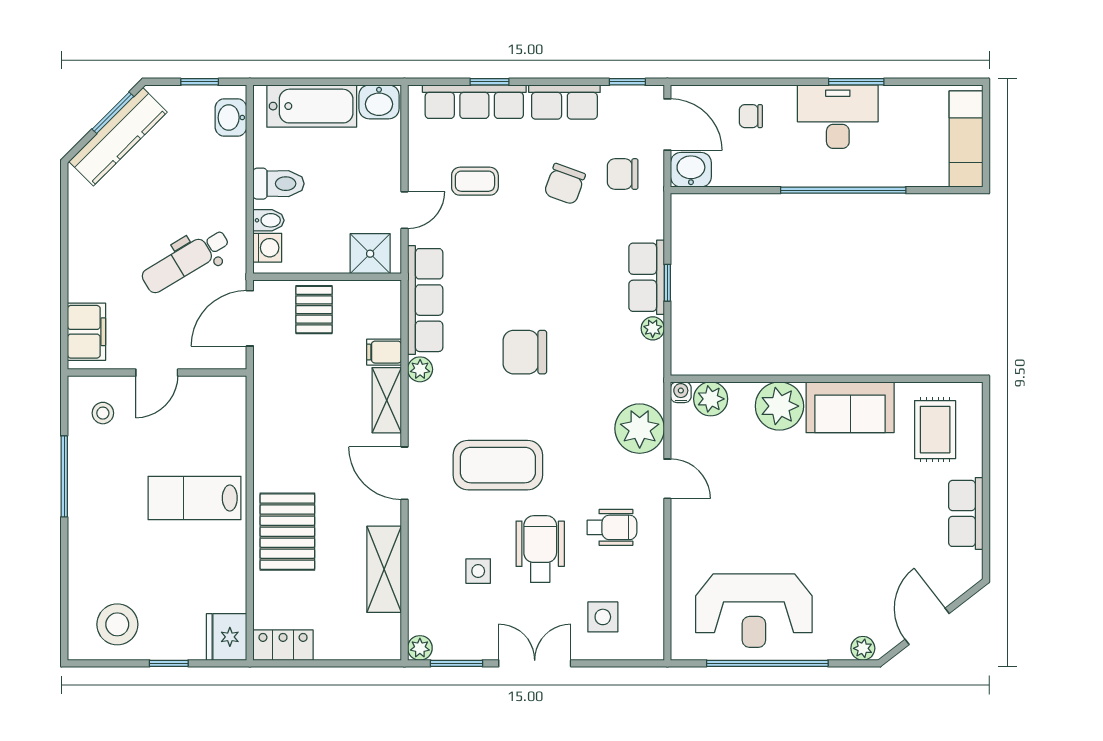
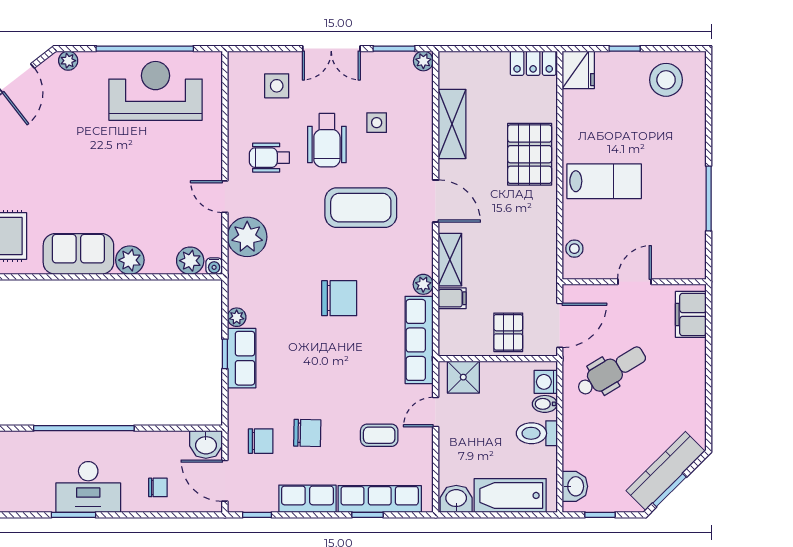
chair: (565, 184) -> (307, 433), turned 71
plant: (779, 406) -> (130, 260), width x0.73, depth x0.73
stool: (103, 413) -> (574, 249), moved

